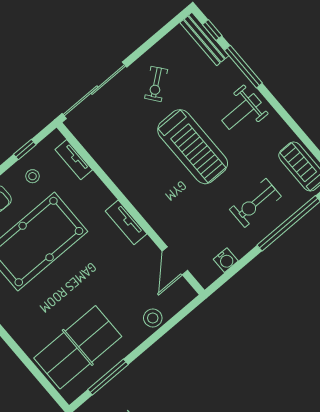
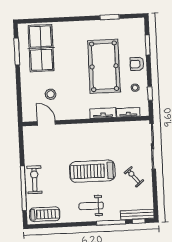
weight bench: (241, 111) -> (91, 206), turned -90
exercise bike: (255, 203) -> (34, 180), moved
tv unit: (126, 222) -> (103, 113), moved
water cooler: (226, 260) -> (29, 146), removed
stool: (153, 318) -> (51, 94), moved

